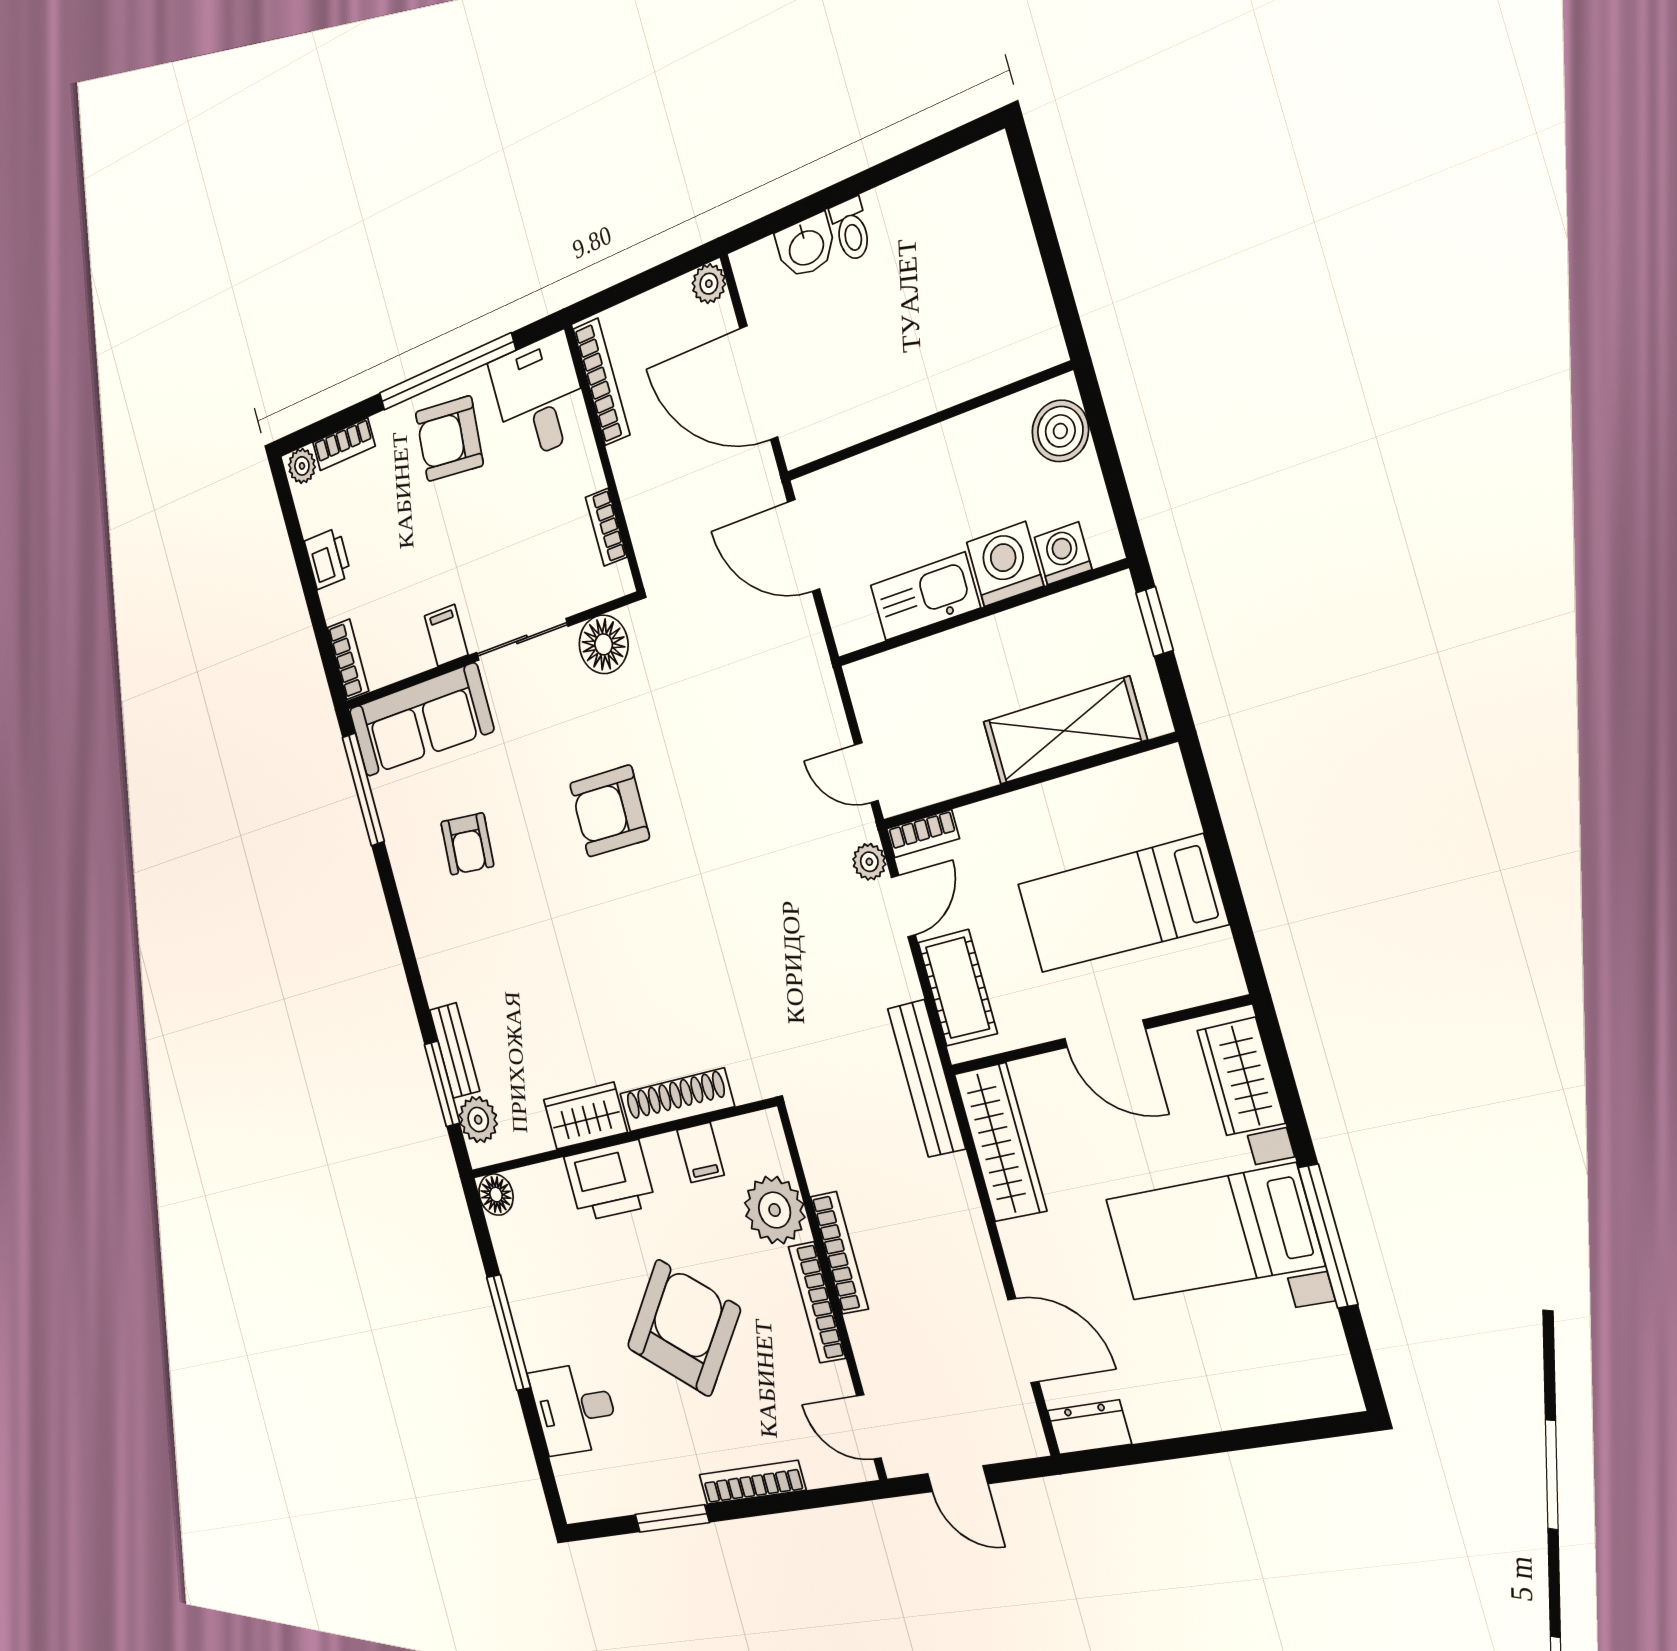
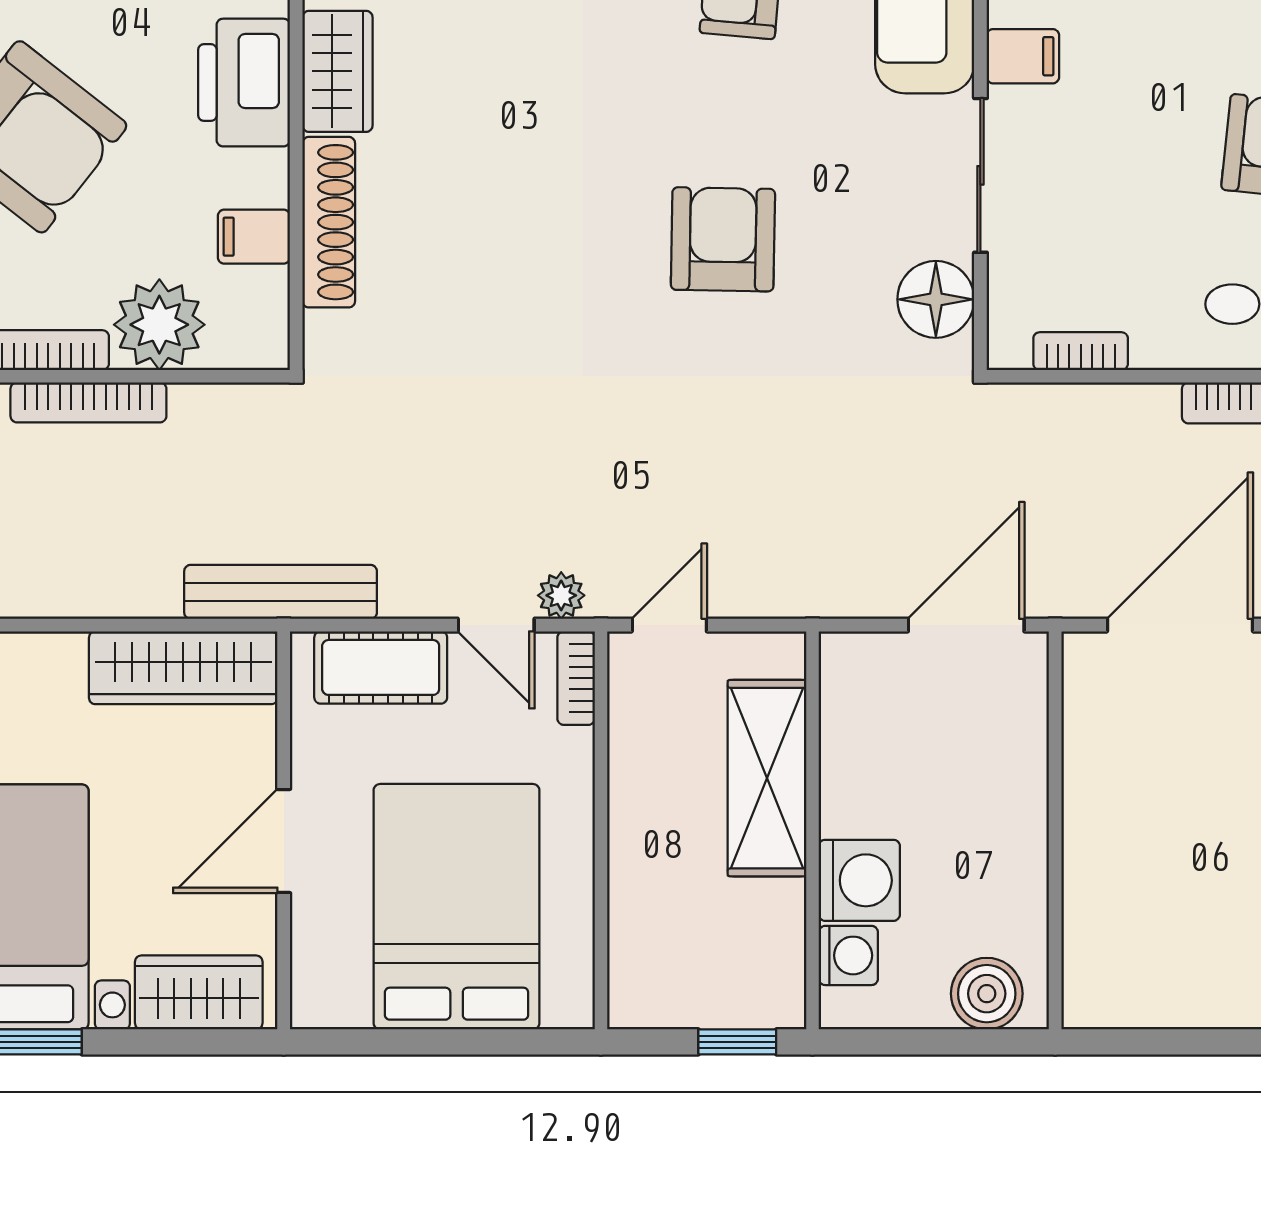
kitchen sink: (925, 597) -> (854, 767), removed
shelving: (1064, 731) -> (767, 778), moved
bed: (1121, 904) -> (457, 907), width x1.50

